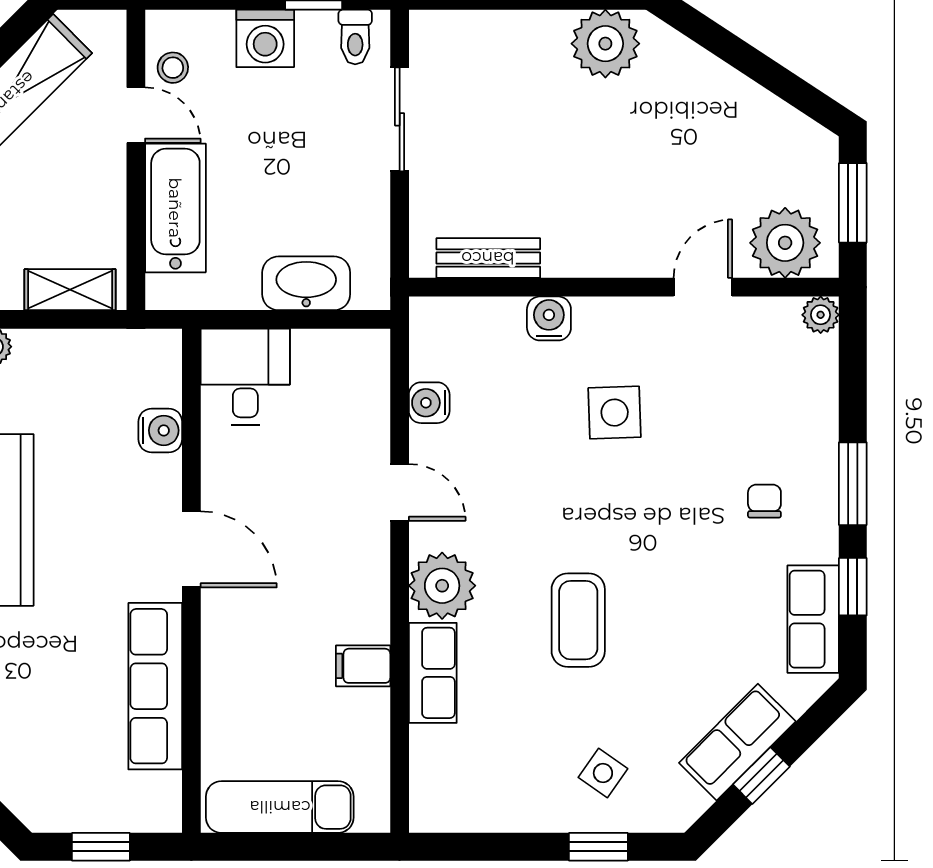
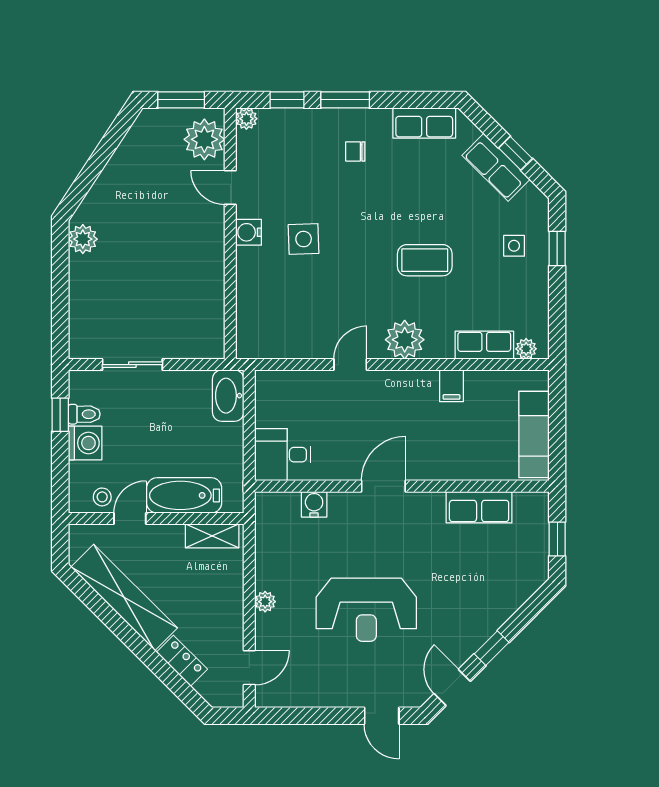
toilet: (355, 37) -> (84, 414), moved
plant: (605, 44) -> (83, 239), width x0.73, depth x0.73
bench: (488, 258) -> (213, 313), removed
washbasin: (306, 283) -> (228, 396), moved
shelving: (70, 290) -> (212, 536), moved, turned 90
water cooler: (549, 318) -> (249, 232), moved
water cooler: (429, 403) -> (298, 347), removed
window: (853, 587) -> (287, 100), moved
row of seats: (433, 673) -> (484, 345), moved
row of seats: (155, 686) -> (479, 507), width x0.68
side table: (603, 773) -> (514, 246), turned -35
plant: (427, 794) -> (526, 349), added

